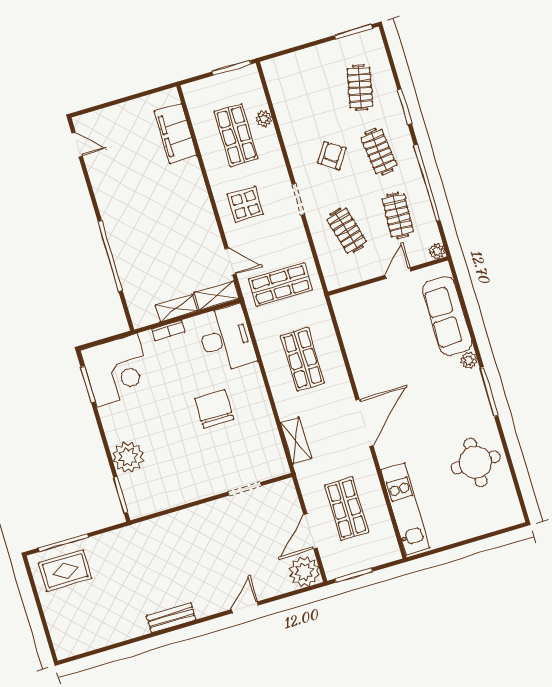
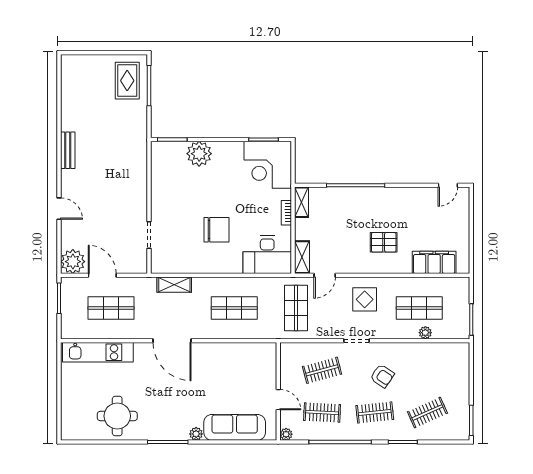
clothes rail: (360, 88) -> (427, 412), turned -36
pallet: (169, 202) -> (384, 242), added
shelving: (176, 308) -> (302, 202), moved

